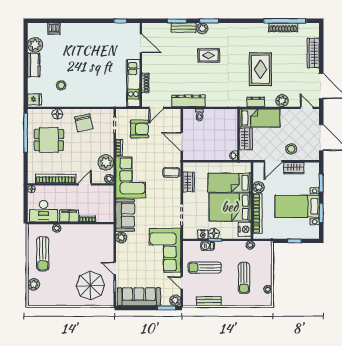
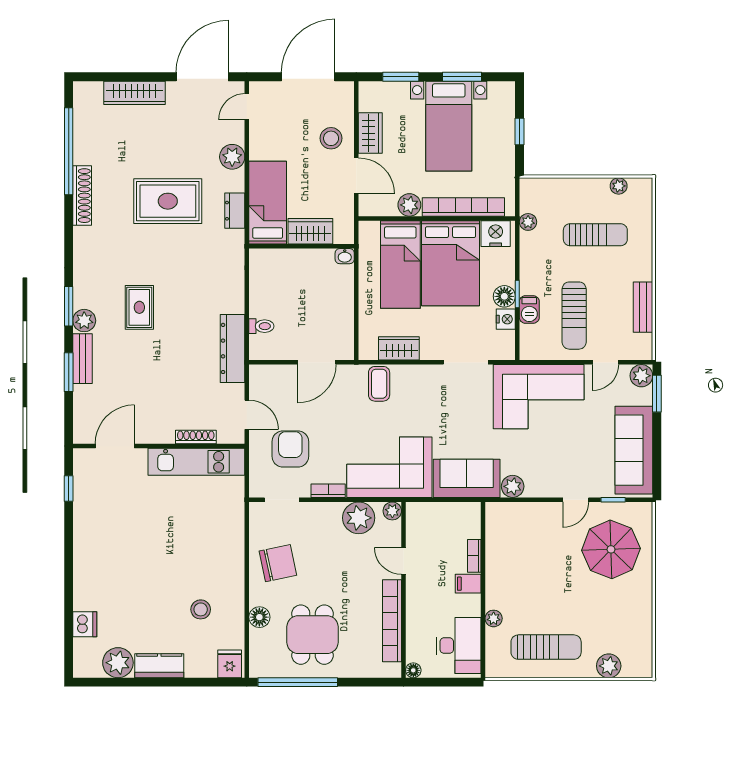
shoe rack: (283, 27) -> (82, 196), moved
filing cabinet: (69, 216) -> (468, 584), width x0.50

